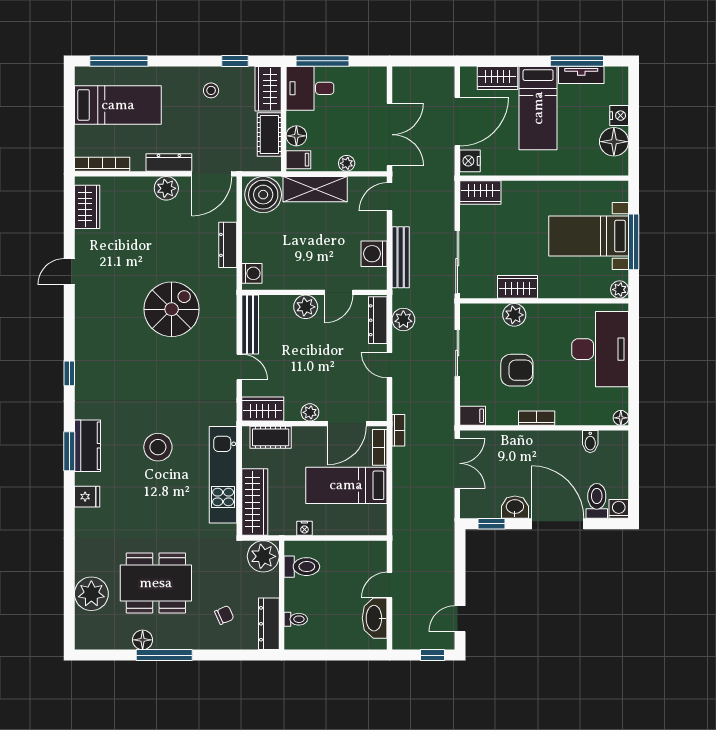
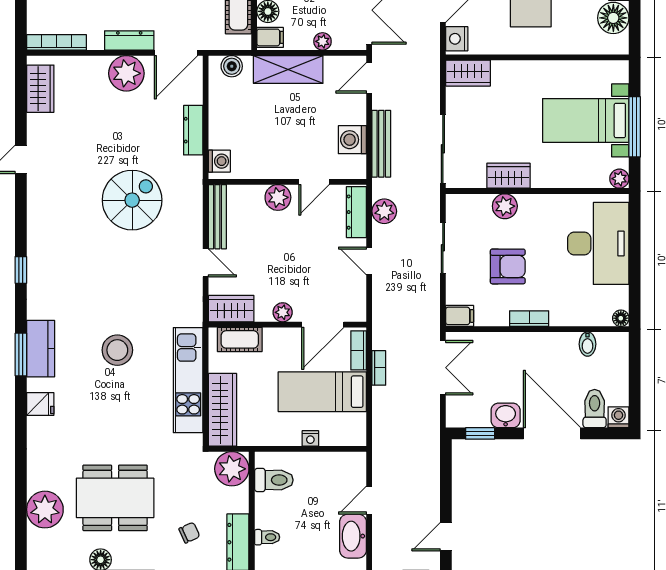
plant: (166, 188) -> (126, 73), width x1.36, depth x1.36
boiler: (263, 195) -> (232, 66), width x0.54, depth x0.54
bookcase: (398, 430) -> (379, 368), moved
nightstand: (304, 528) -> (310, 438), moved

